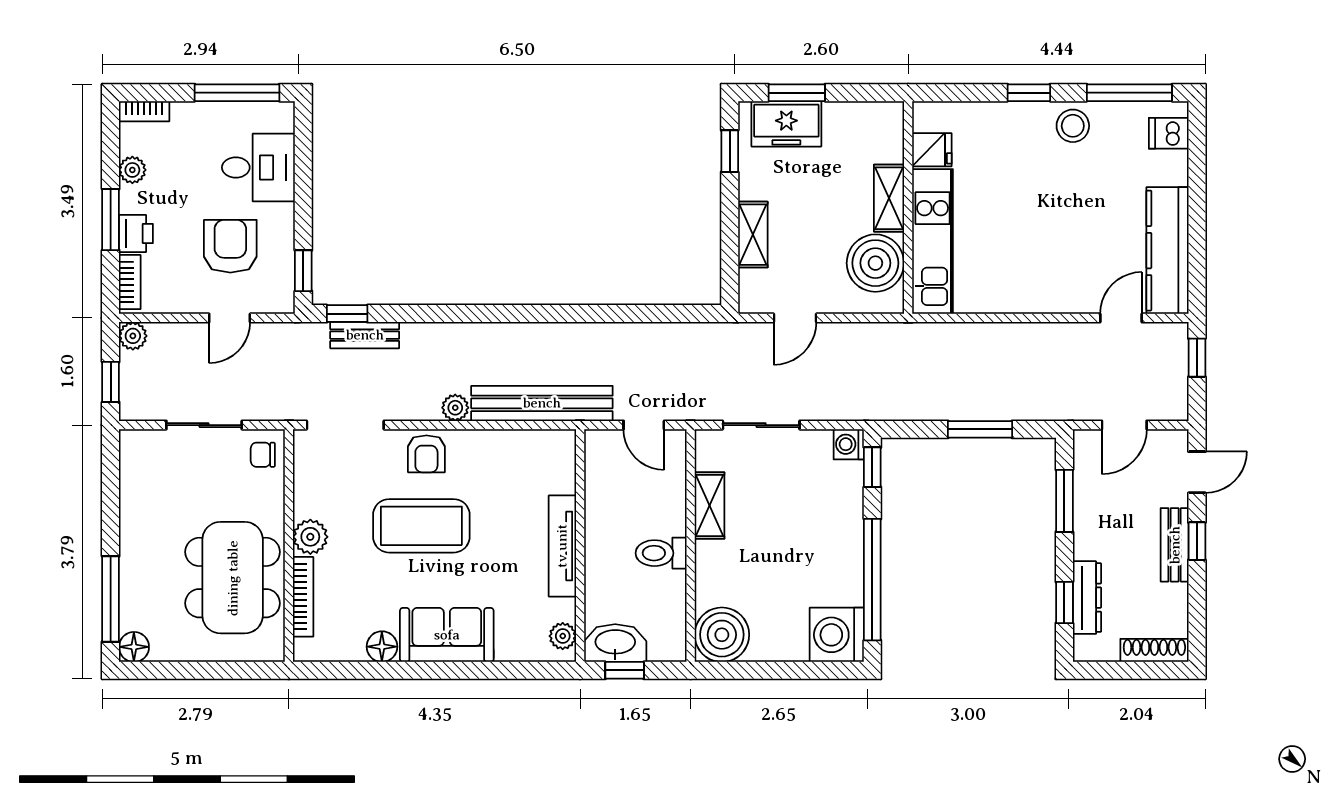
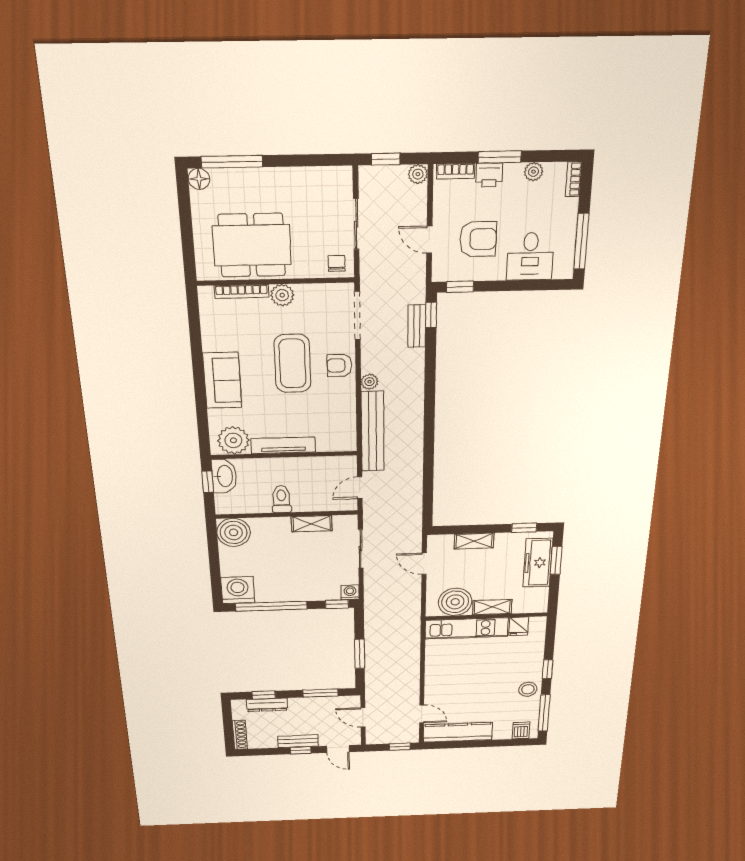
freezer: (786, 124) -> (538, 563), width x1.40
plant: (563, 636) -> (233, 440), width x1.88, depth x1.88
floor lamp: (382, 647) -> (212, 342), removed

